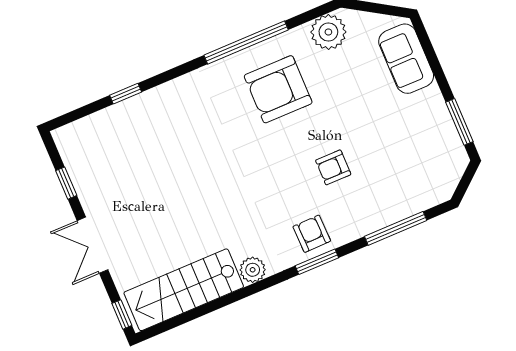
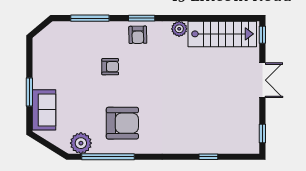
window: (246, 42) -> (108, 157), moved
window: (459, 122) -> (29, 92), moved
window: (66, 183) -> (262, 134), moved

